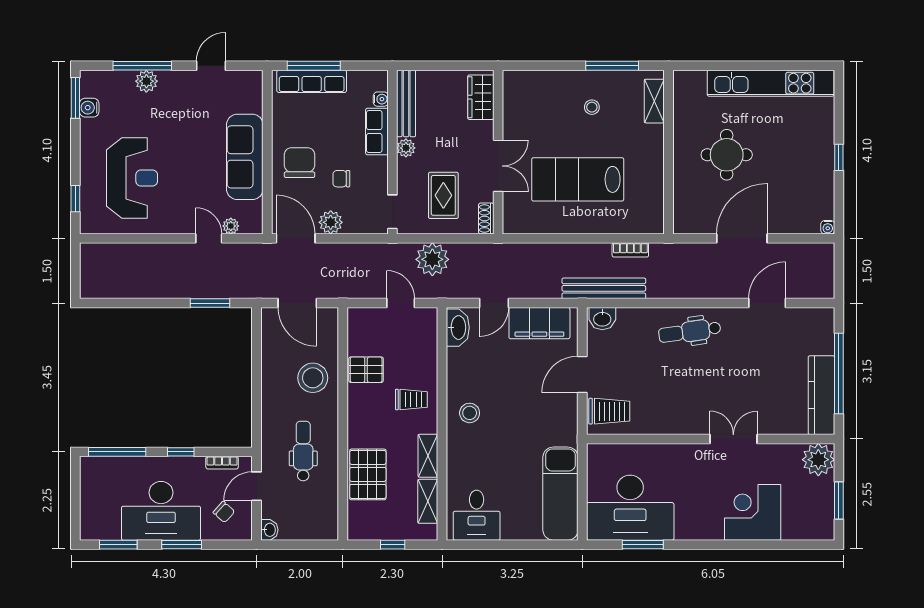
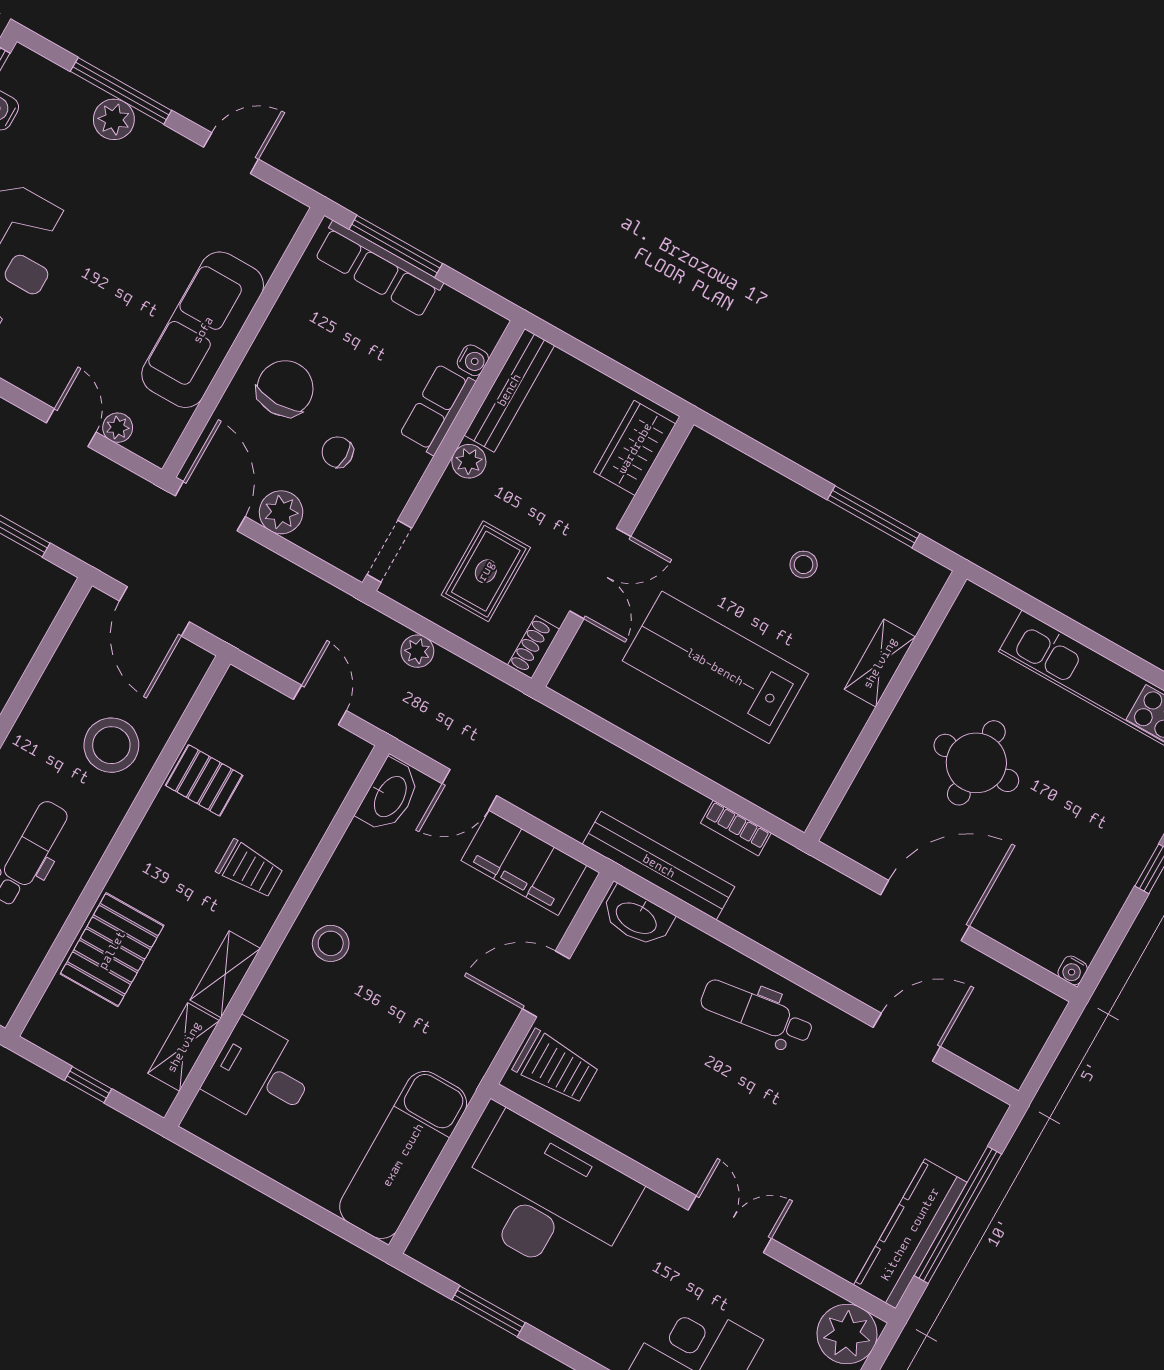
shelving: (654, 101) -> (880, 663), moved
plant: (432, 259) -> (417, 651), width x0.53, depth x0.53
washbasin: (602, 319) -> (637, 917), width x1.38
desk: (630, 508) -> (546, 1199), moved, turned 180
desk: (477, 515) -> (261, 1074), moved, turned 90

